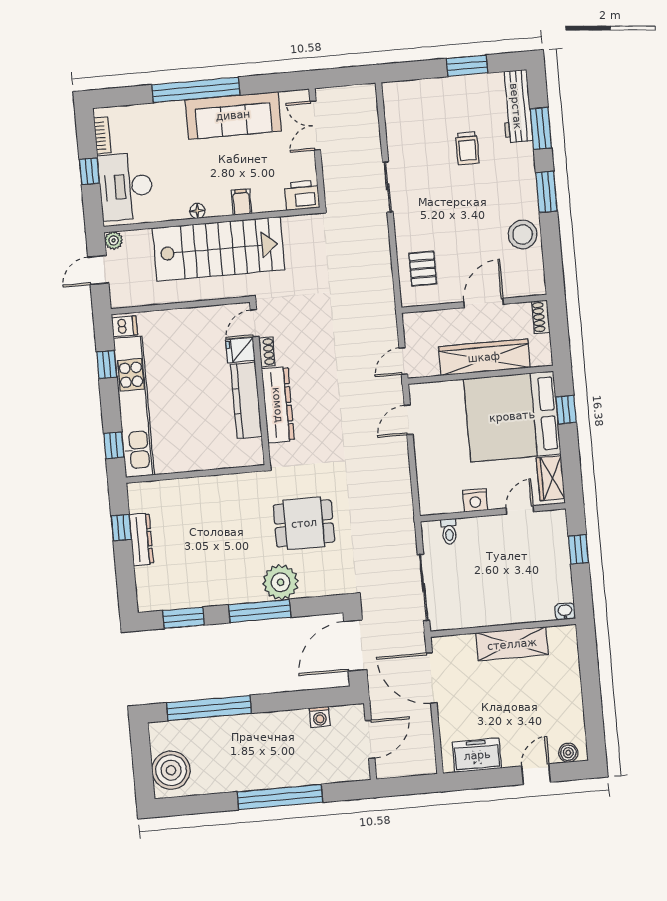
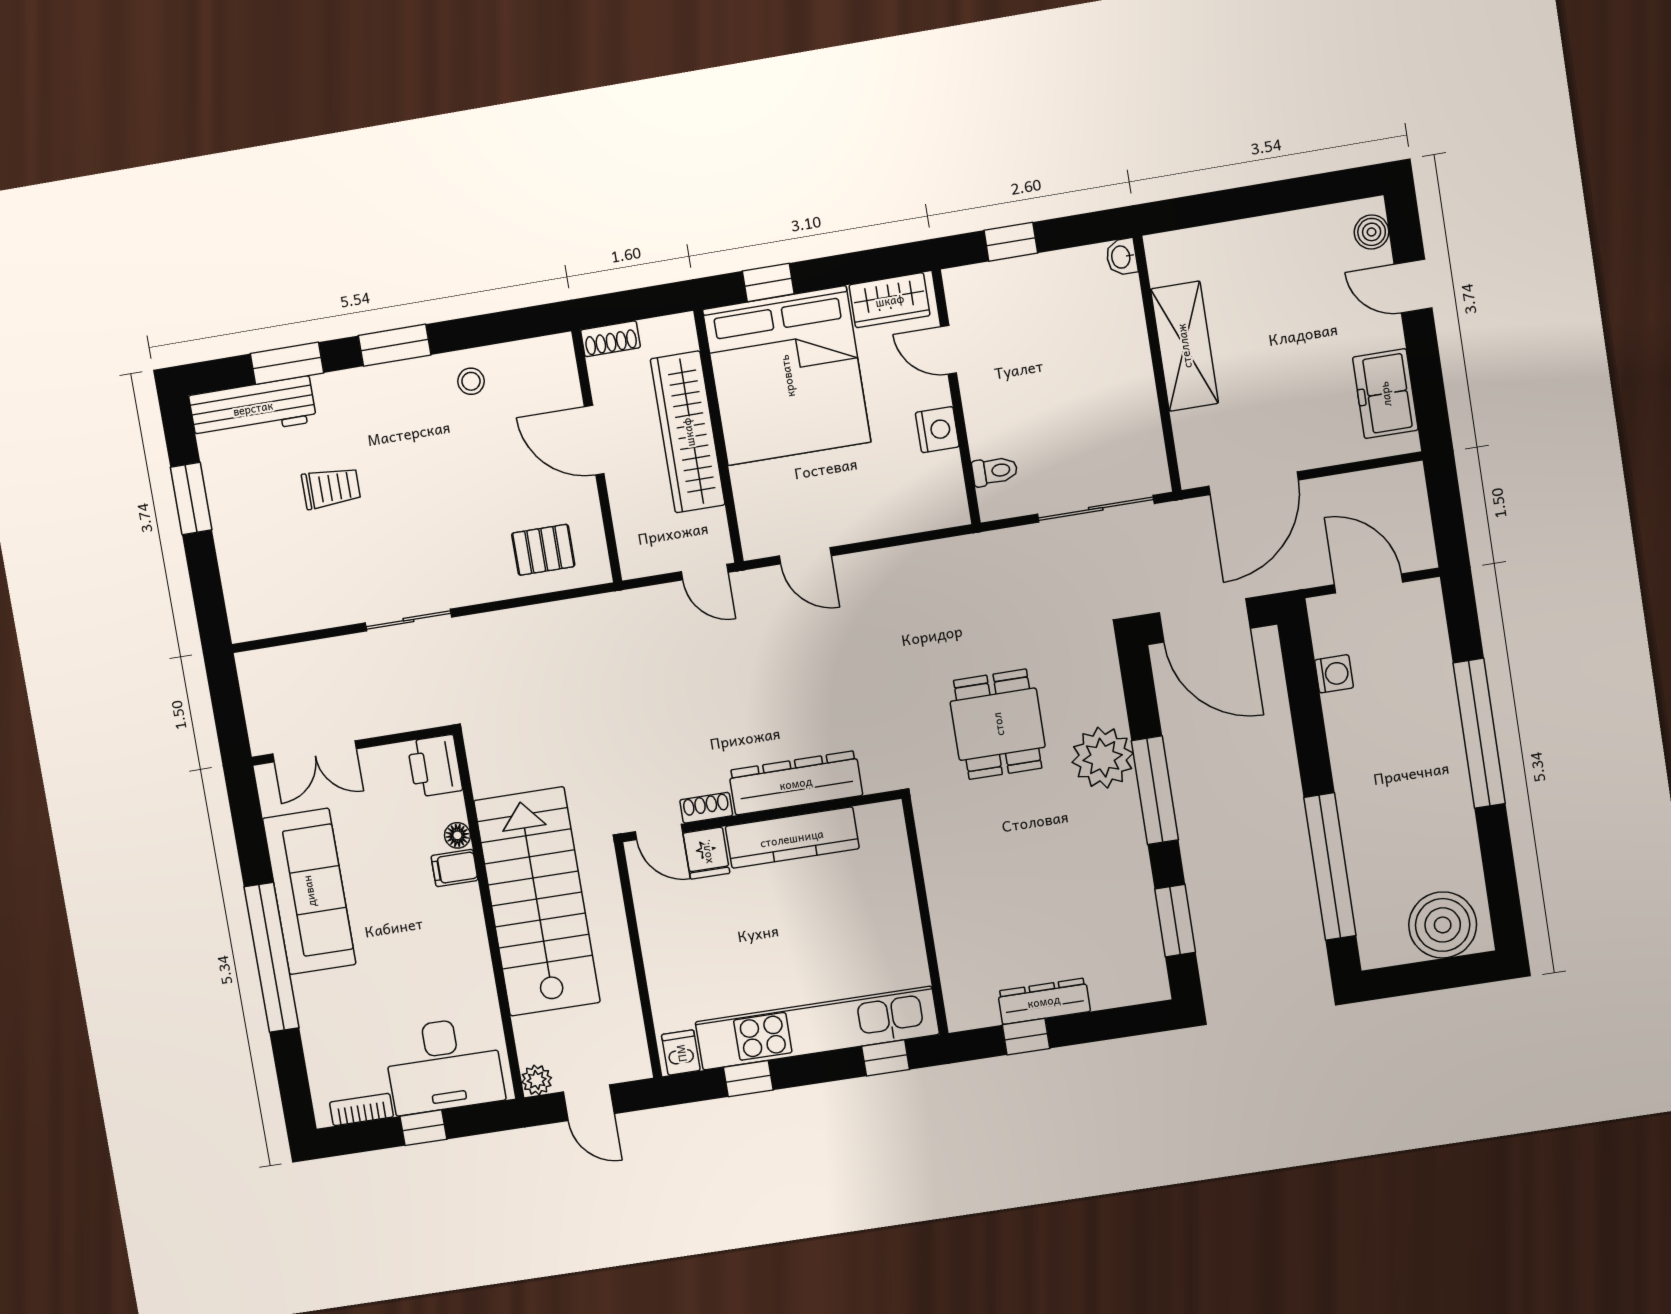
floor lamp: (197, 211) -> (457, 835), moved
stool: (523, 234) -> (471, 381), width x0.53, depth x0.53

